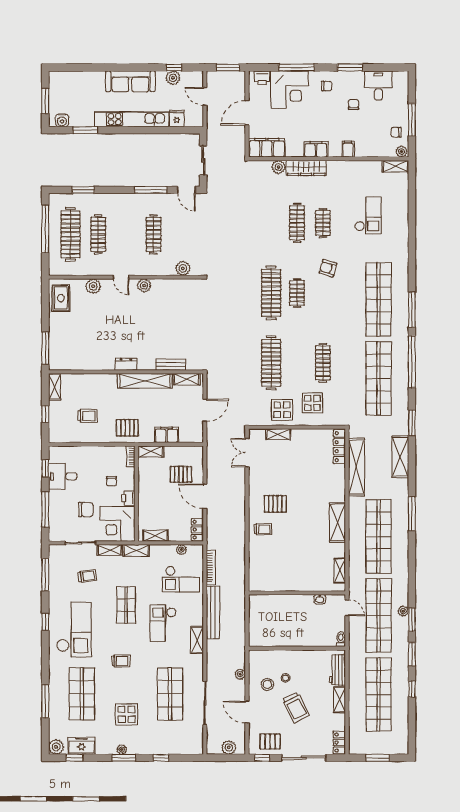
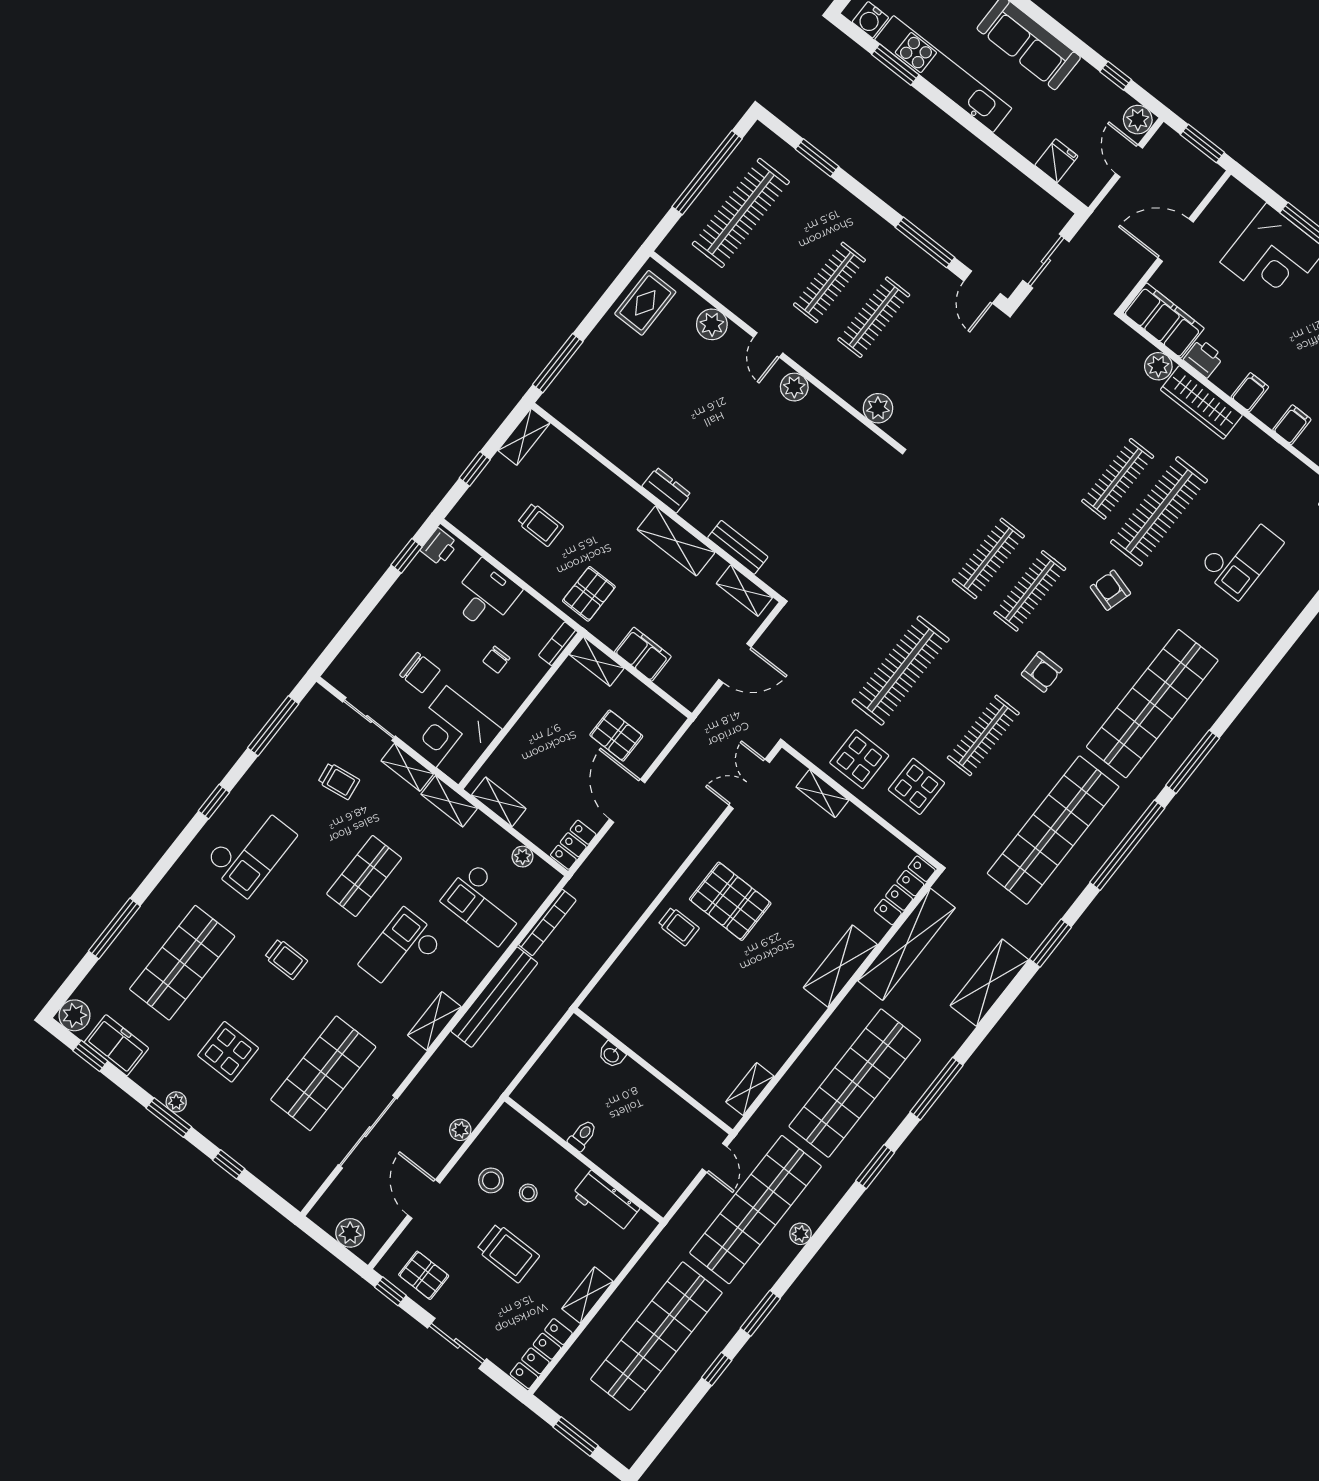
plant: (173, 78) -> (1138, 120), moved
printer: (262, 78) -> (1204, 358), moved, turned 180
kitchen unit: (132, 119) -> (943, 74), moved
filing cabinet: (316, 149) -> (1250, 392), width x0.50
clothes rail: (323, 223) -> (1159, 511), width x1.86, depth x1.31
clothes rail: (98, 234) -> (829, 282), moved
clothes rail: (271, 293) -> (988, 558), width x0.73, depth x0.76
clothes rail: (297, 293) -> (1030, 591), width x1.36
armchair: (326, 321) -> (1042, 672), added
shelving: (145, 381) -> (676, 541), width x0.68
pallet: (127, 428) -> (589, 594), turned 90
desk: (63, 476) -> (485, 595), moved, turned 90
printer: (128, 498) -> (439, 547), moved, turned 180
pallet: (275, 504) -> (730, 901), width x1.50, depth x1.42
window: (45, 509) -> (355, 622), removed
shelving: (338, 522) -> (840, 966), moved
washbasin: (320, 599) -> (612, 1055), moved
window: (412, 620) -> (875, 1167), moved
checkout: (74, 629) -> (250, 850), width x0.73, depth x0.83
toilet: (341, 639) -> (583, 1135), moved
workbench: (337, 670) -> (606, 1201), moved, turned -90
trolley: (296, 707) -> (508, 1253), turned -63
locker: (339, 742) -> (541, 1354), width x1.53
sliding door: (304, 758) -> (457, 1343), width x0.73

